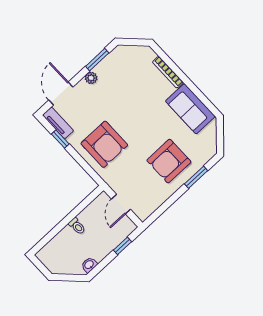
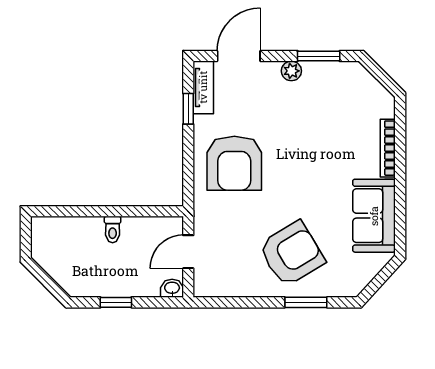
armchair: (169, 161) -> (292, 254), turned 149
window: (122, 246) -> (116, 302), moved
washbasin: (89, 265) -> (172, 288), moved

